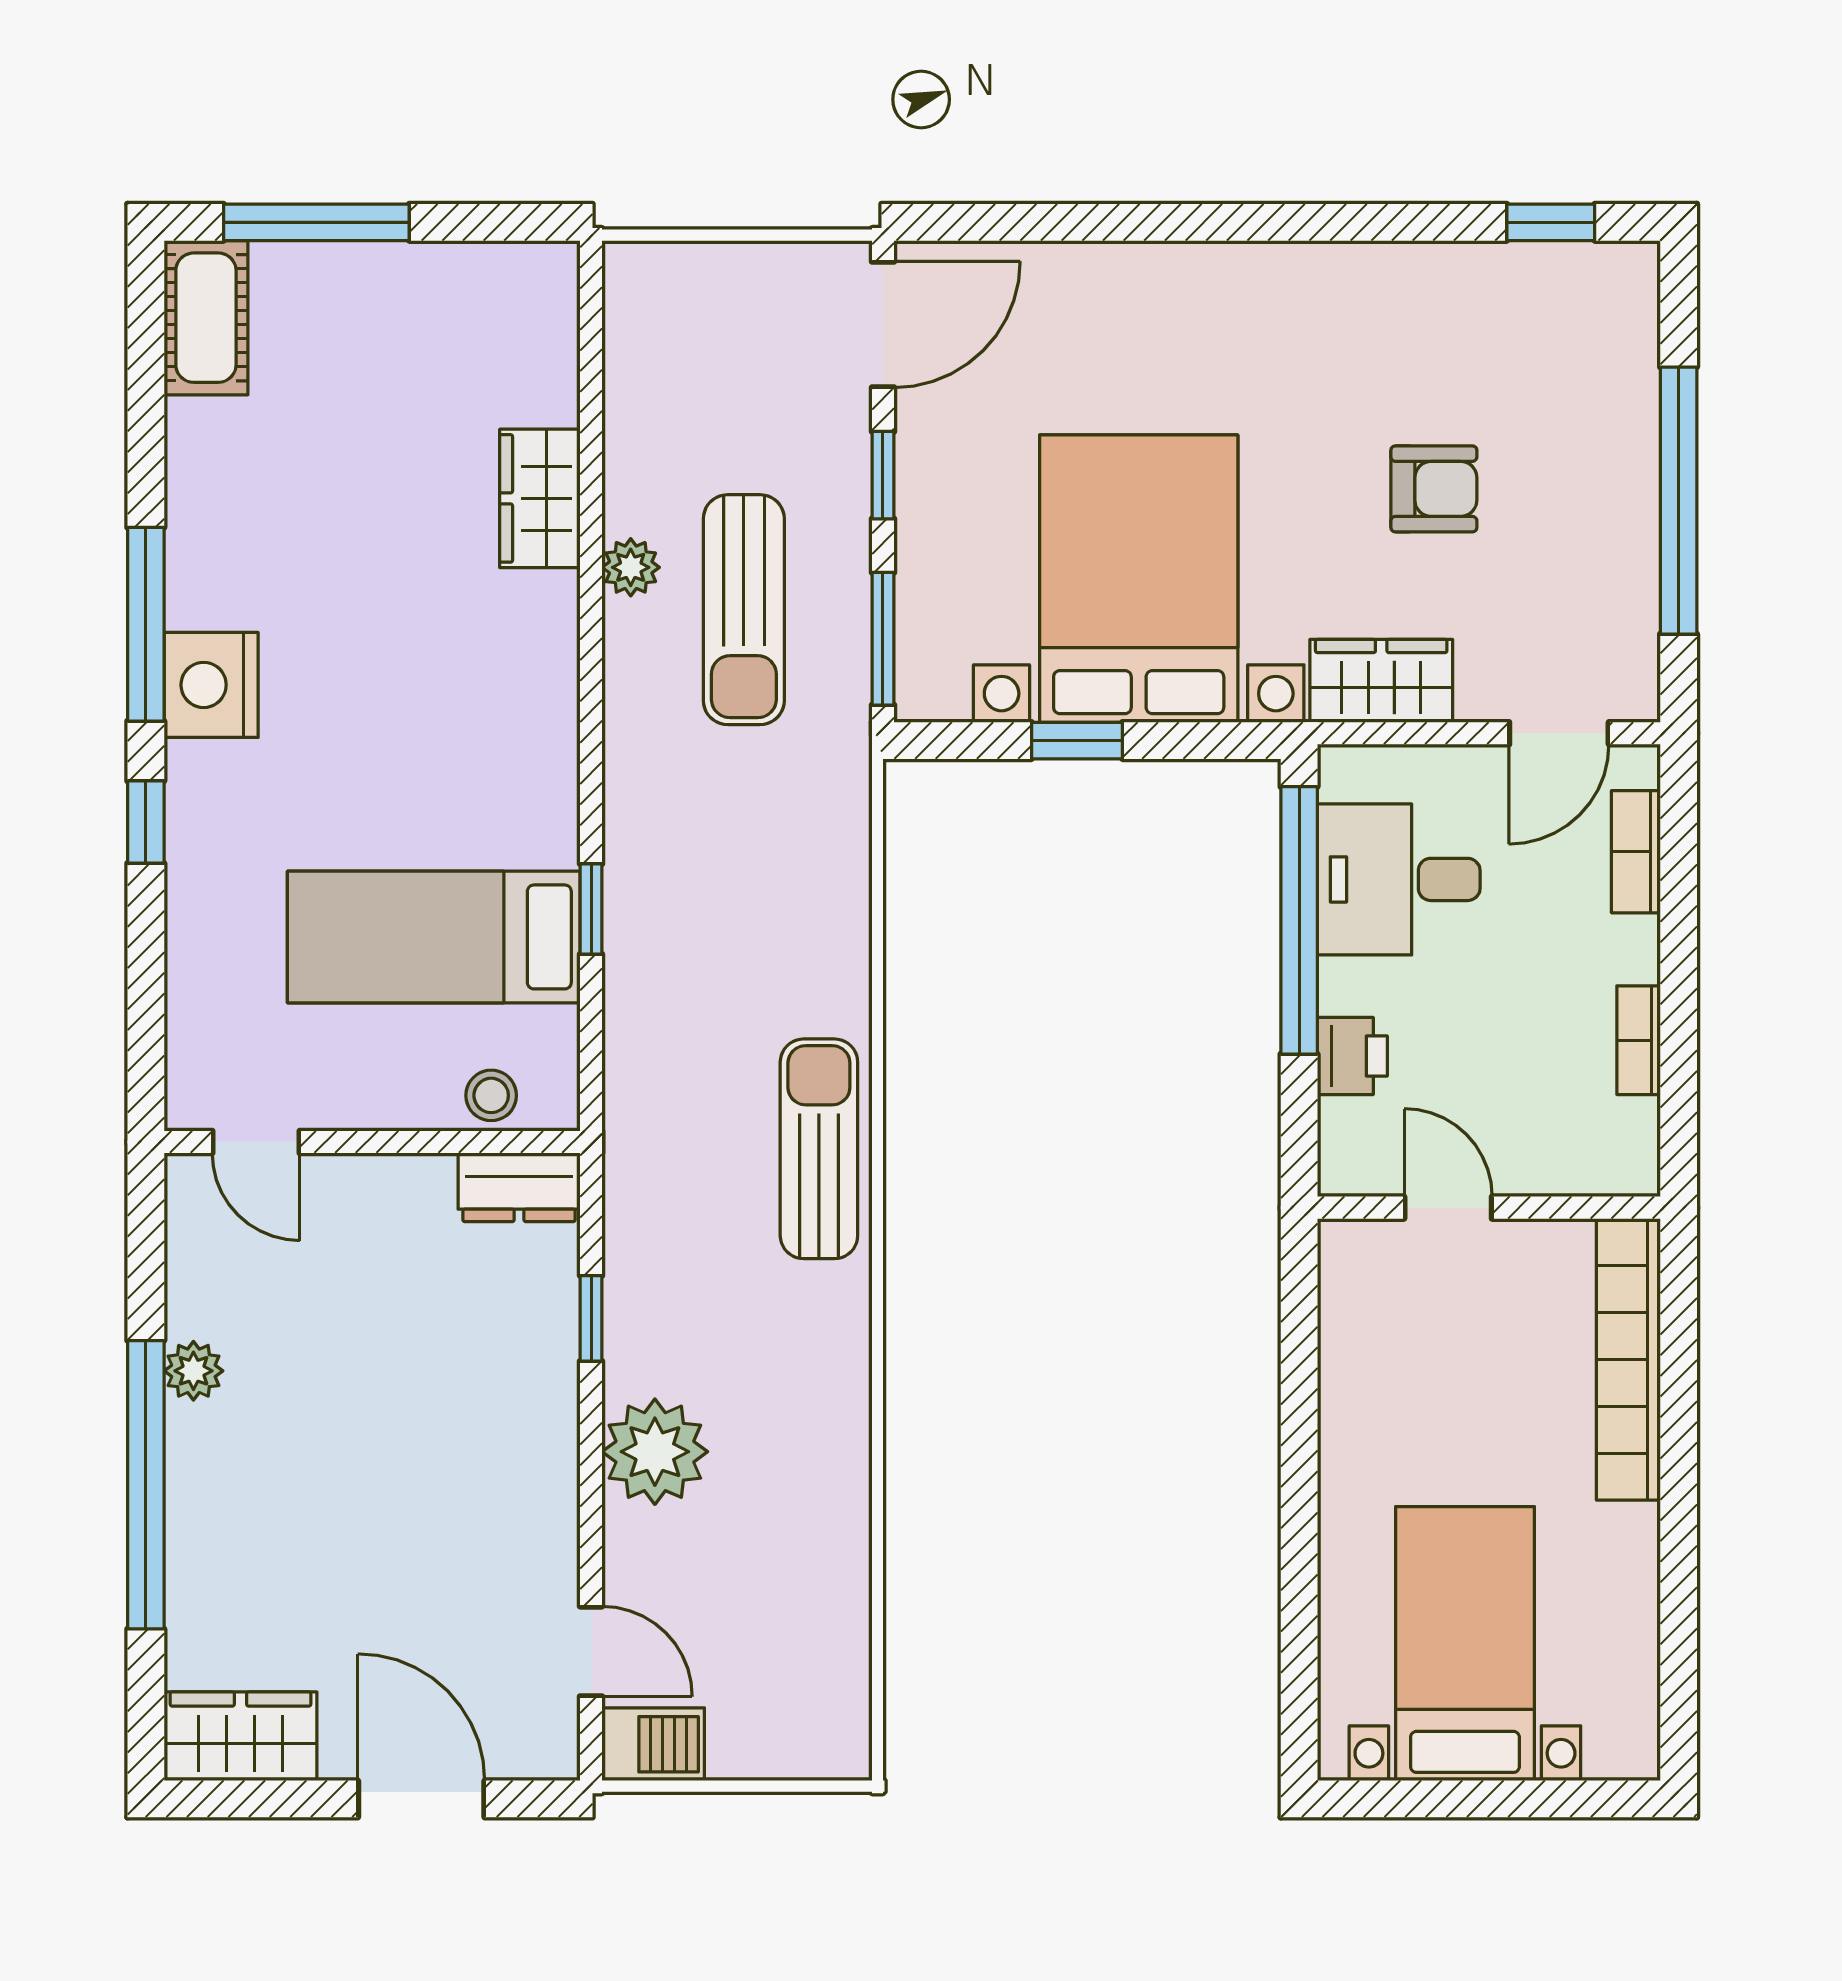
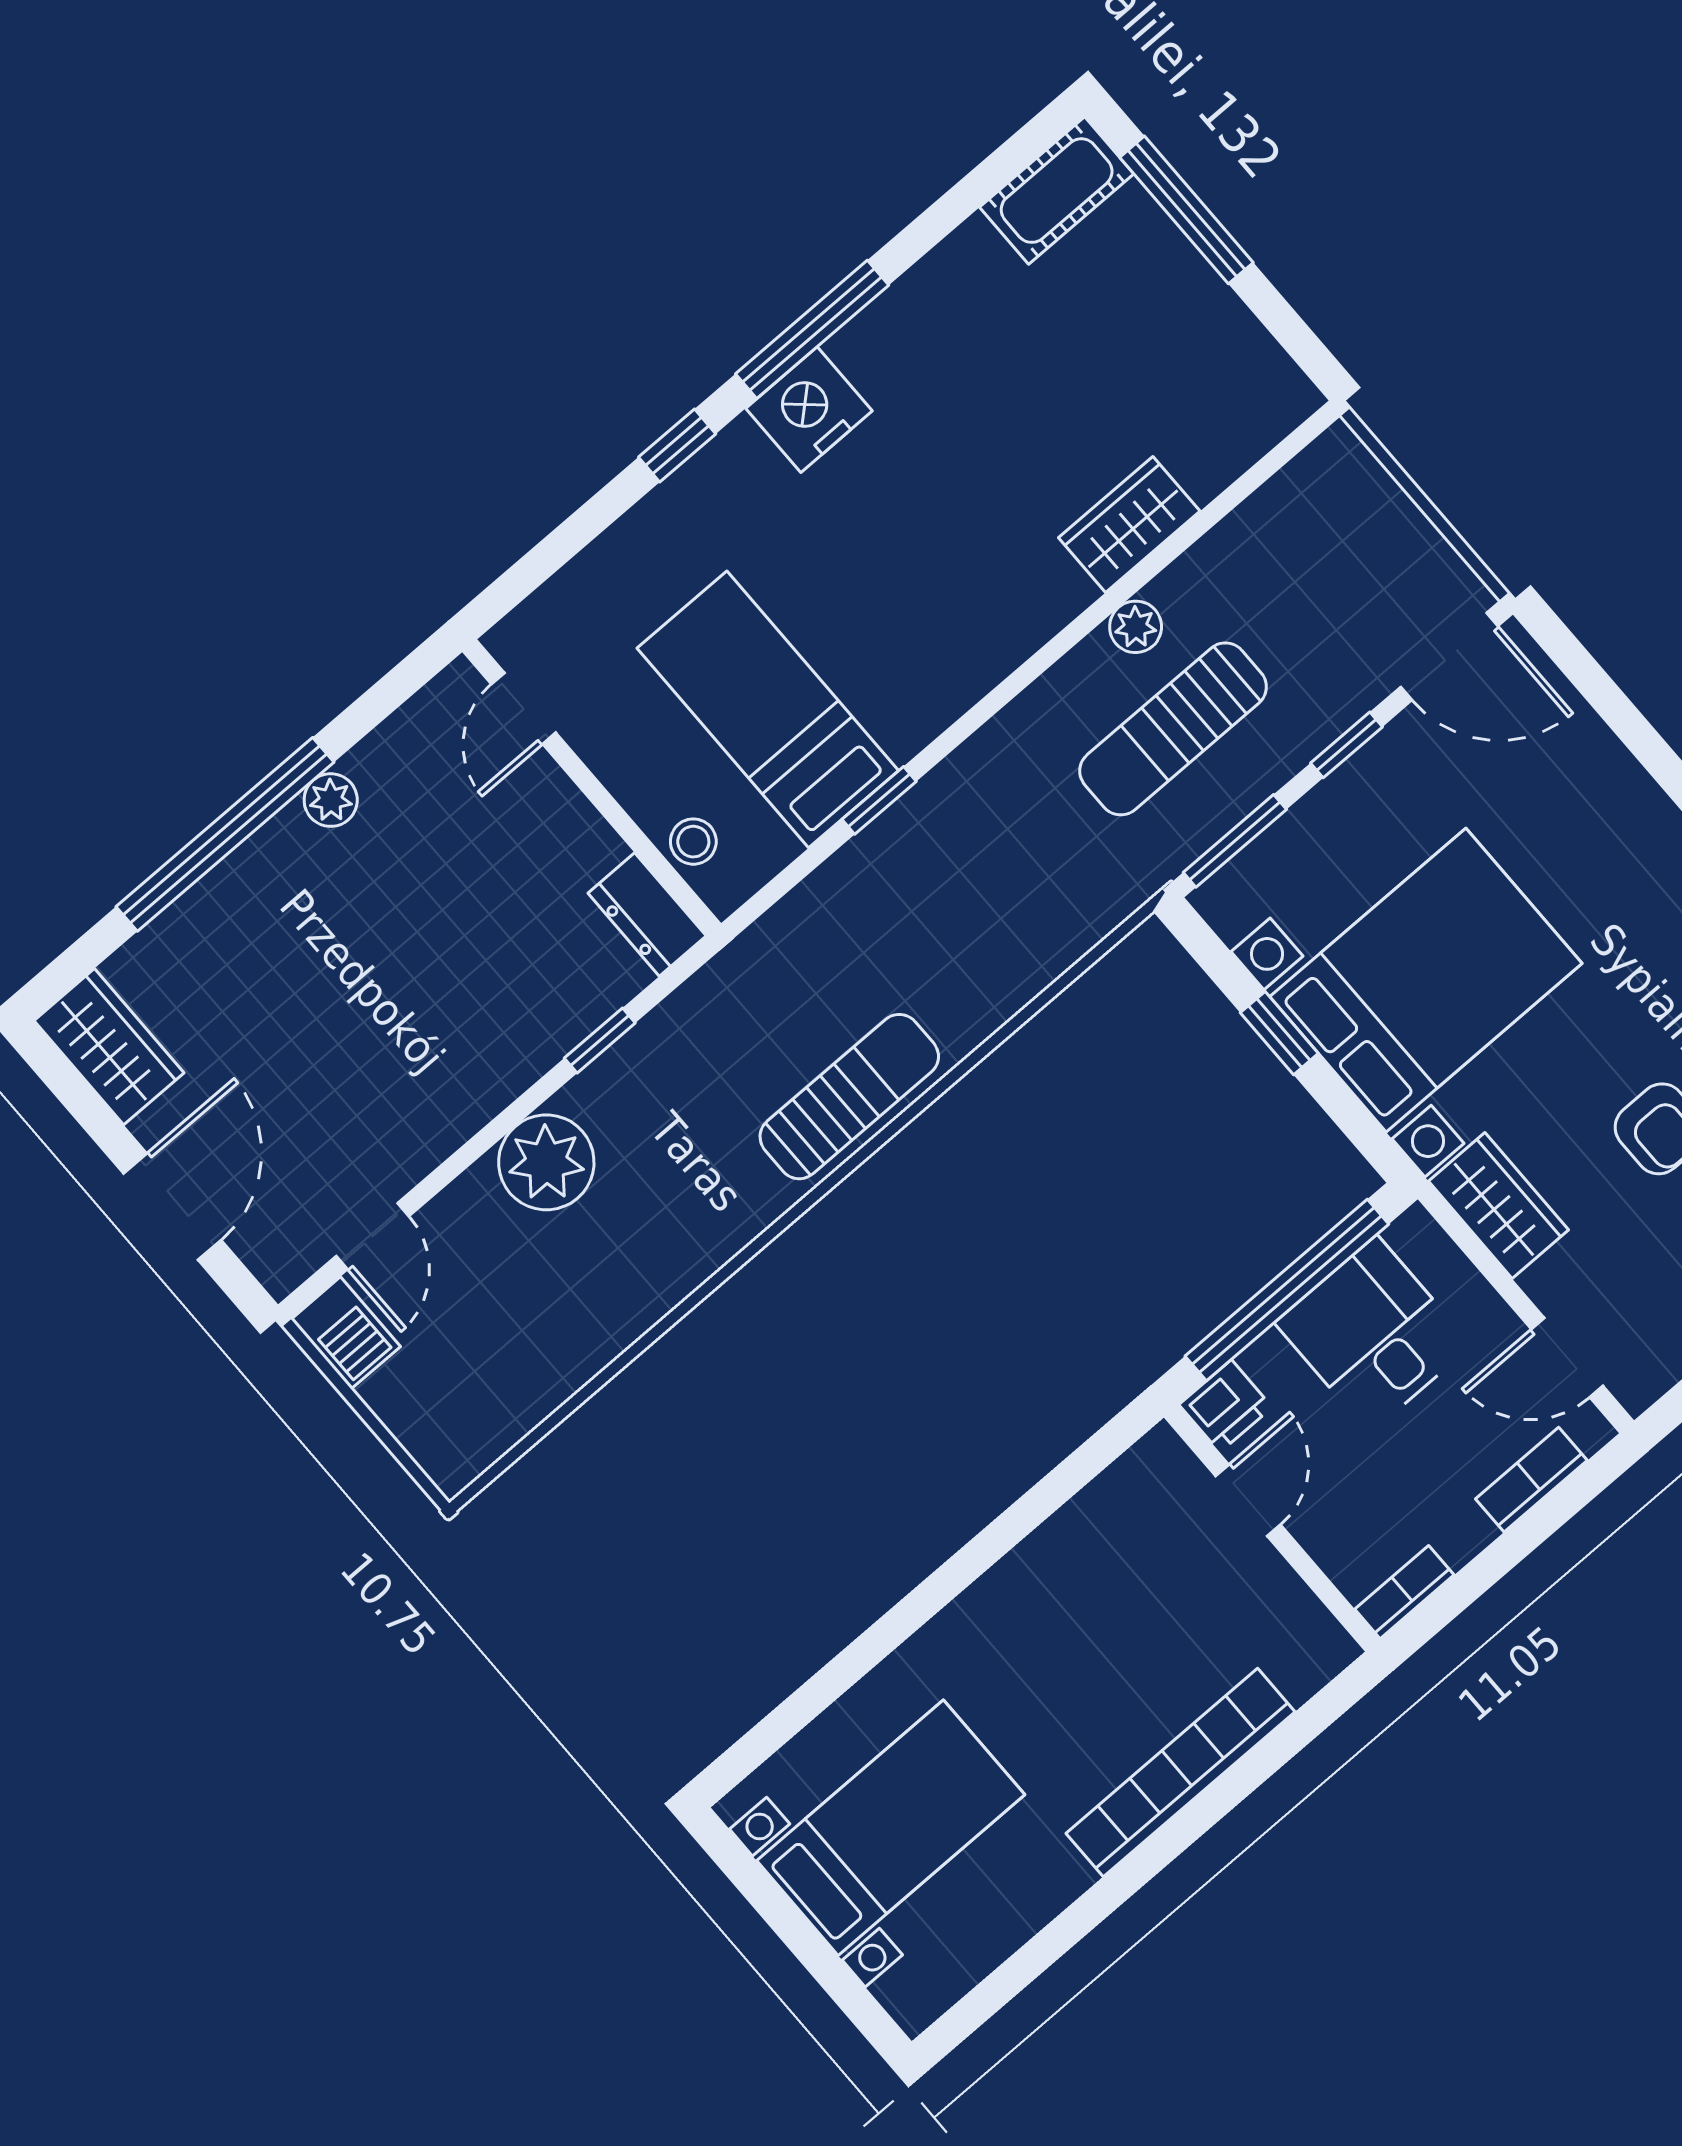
door: (1448, 1208) -> (1248, 1500), moved
wall: (1489, 1208) -> (1272, 1528), moved

